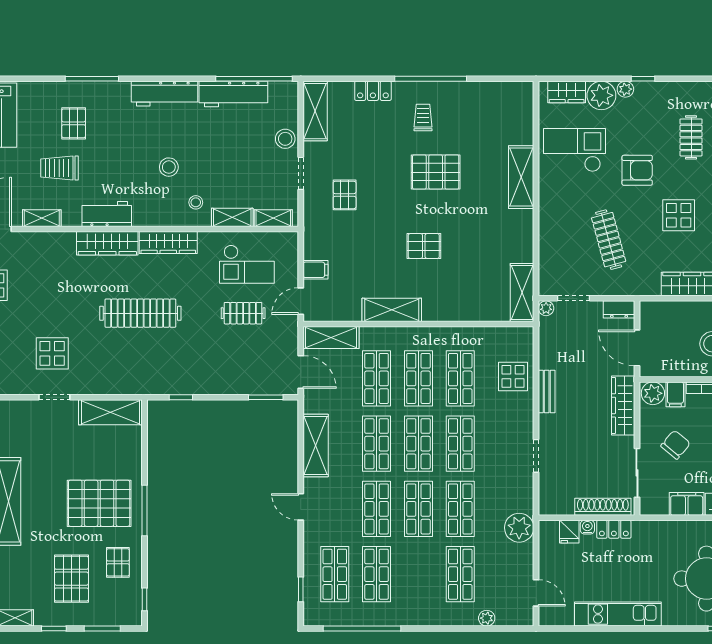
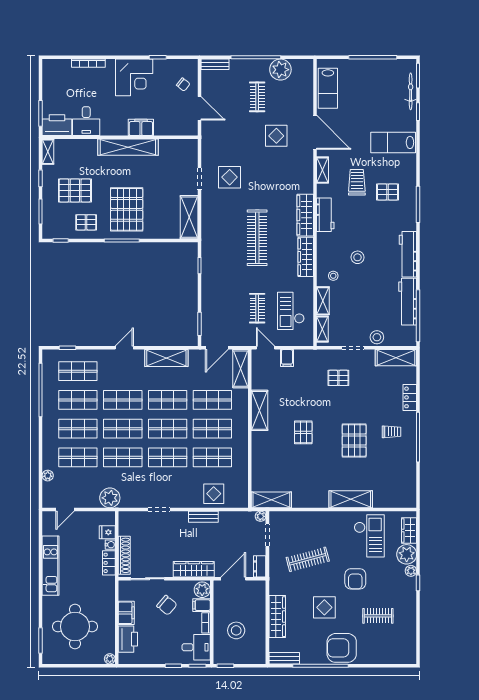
shop shelf: (418, 574) -> (78, 429), added

